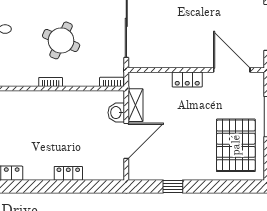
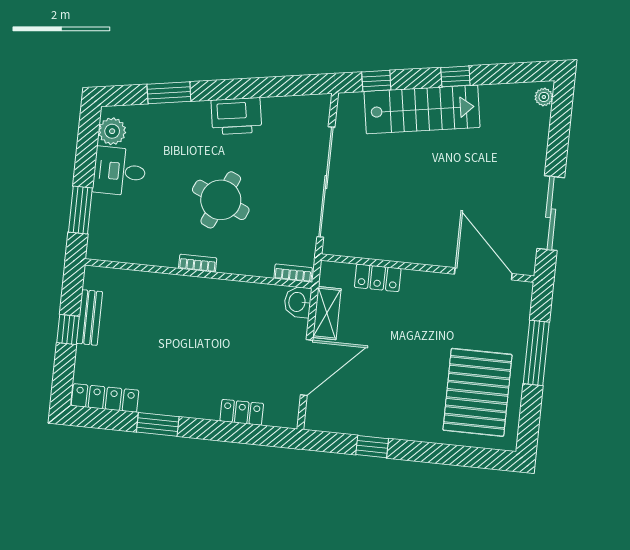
locker: (187, 79) -> (378, 278), moved
washbasin: (116, 113) -> (298, 302), moved
locker: (68, 173) -> (242, 412), moved
window: (36, 187) -> (158, 424), added

